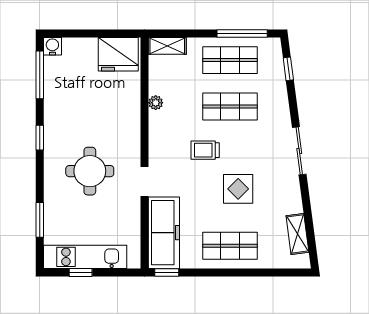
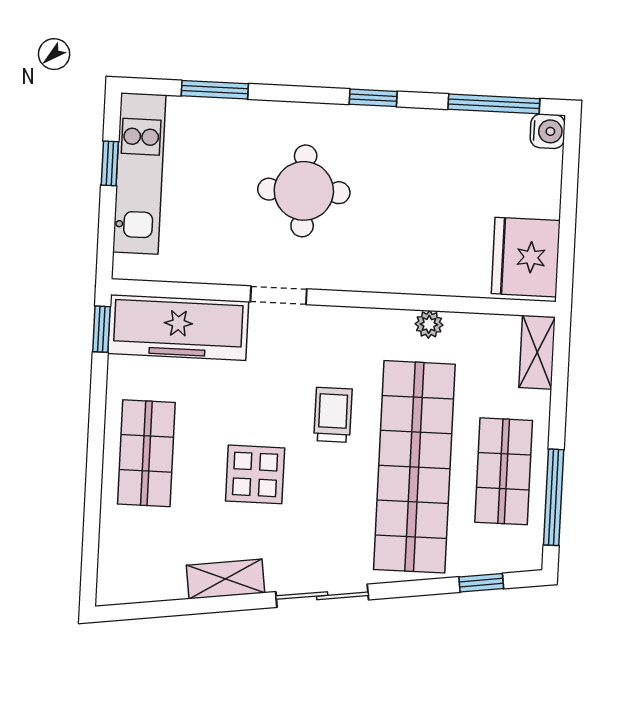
shop shelf: (230, 107) -> (414, 467), width x2.00, depth x1.36
shelving: (297, 234) -> (226, 579), moved

